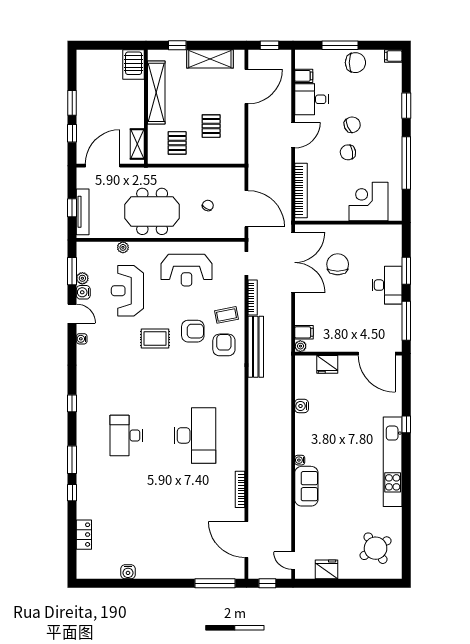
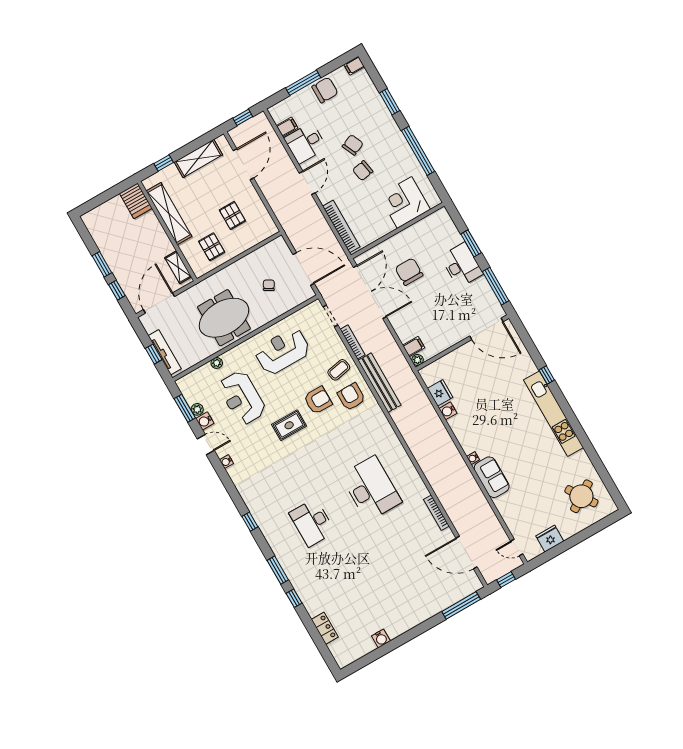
reception desk: (187, 270) -> (282, 351), turned 180
fridge: (327, 364) -> (440, 393), moved, turned -90

